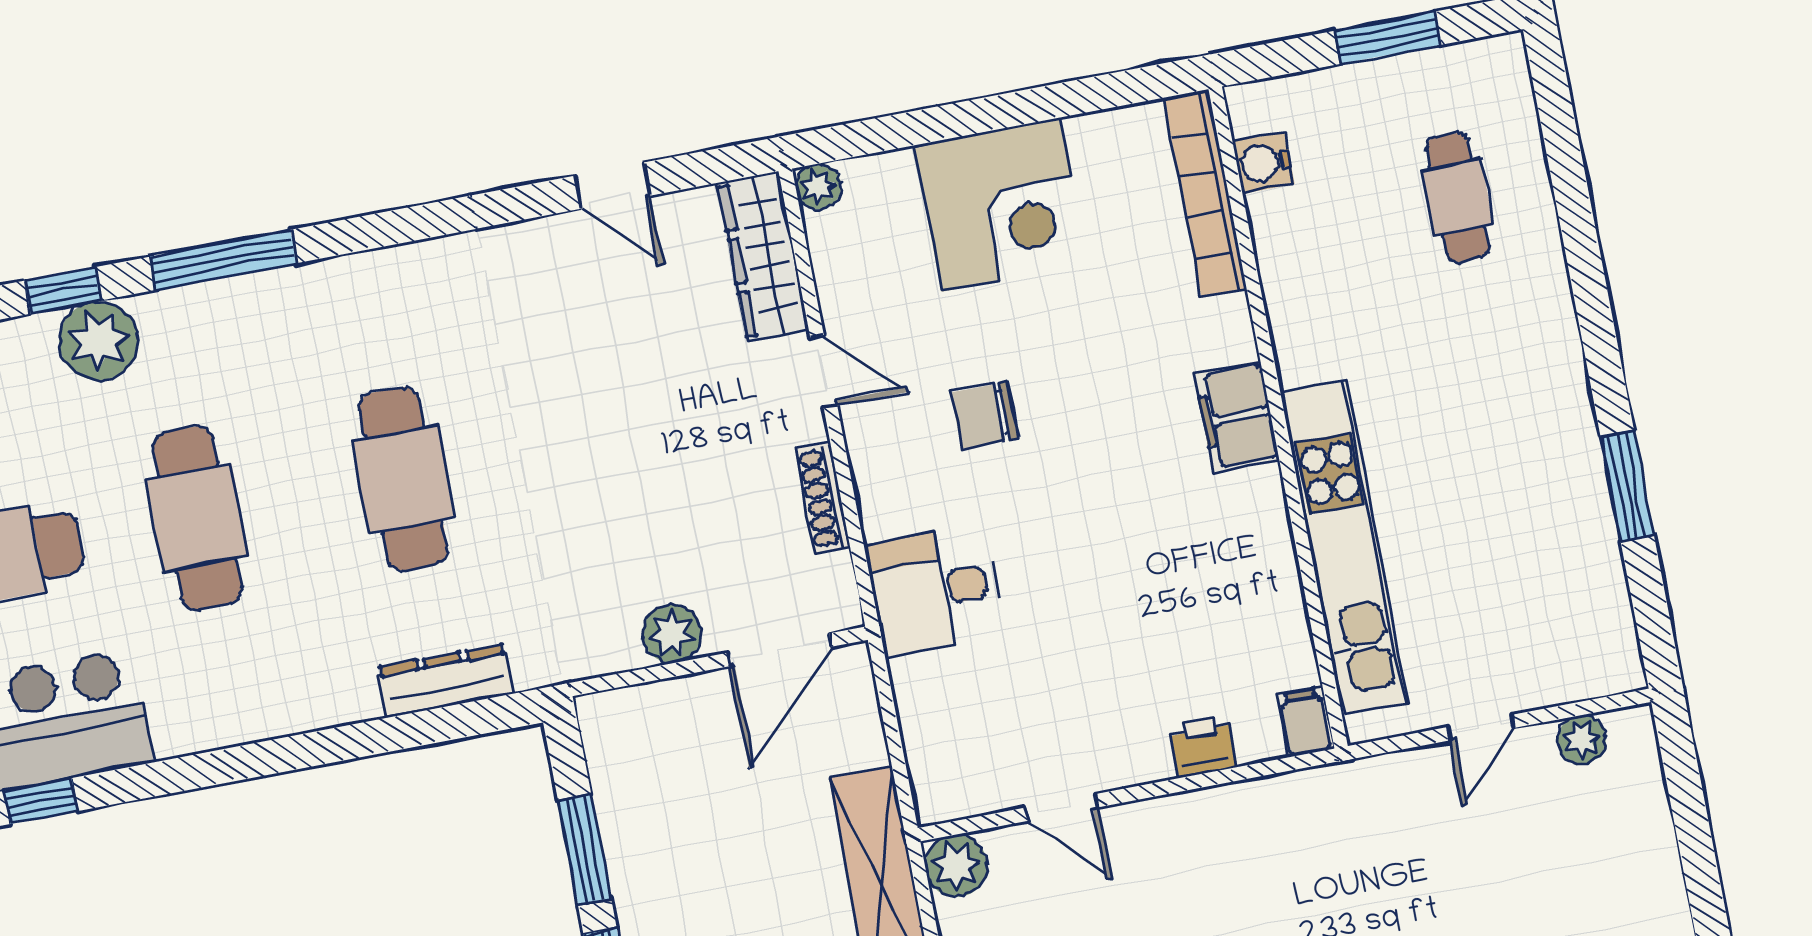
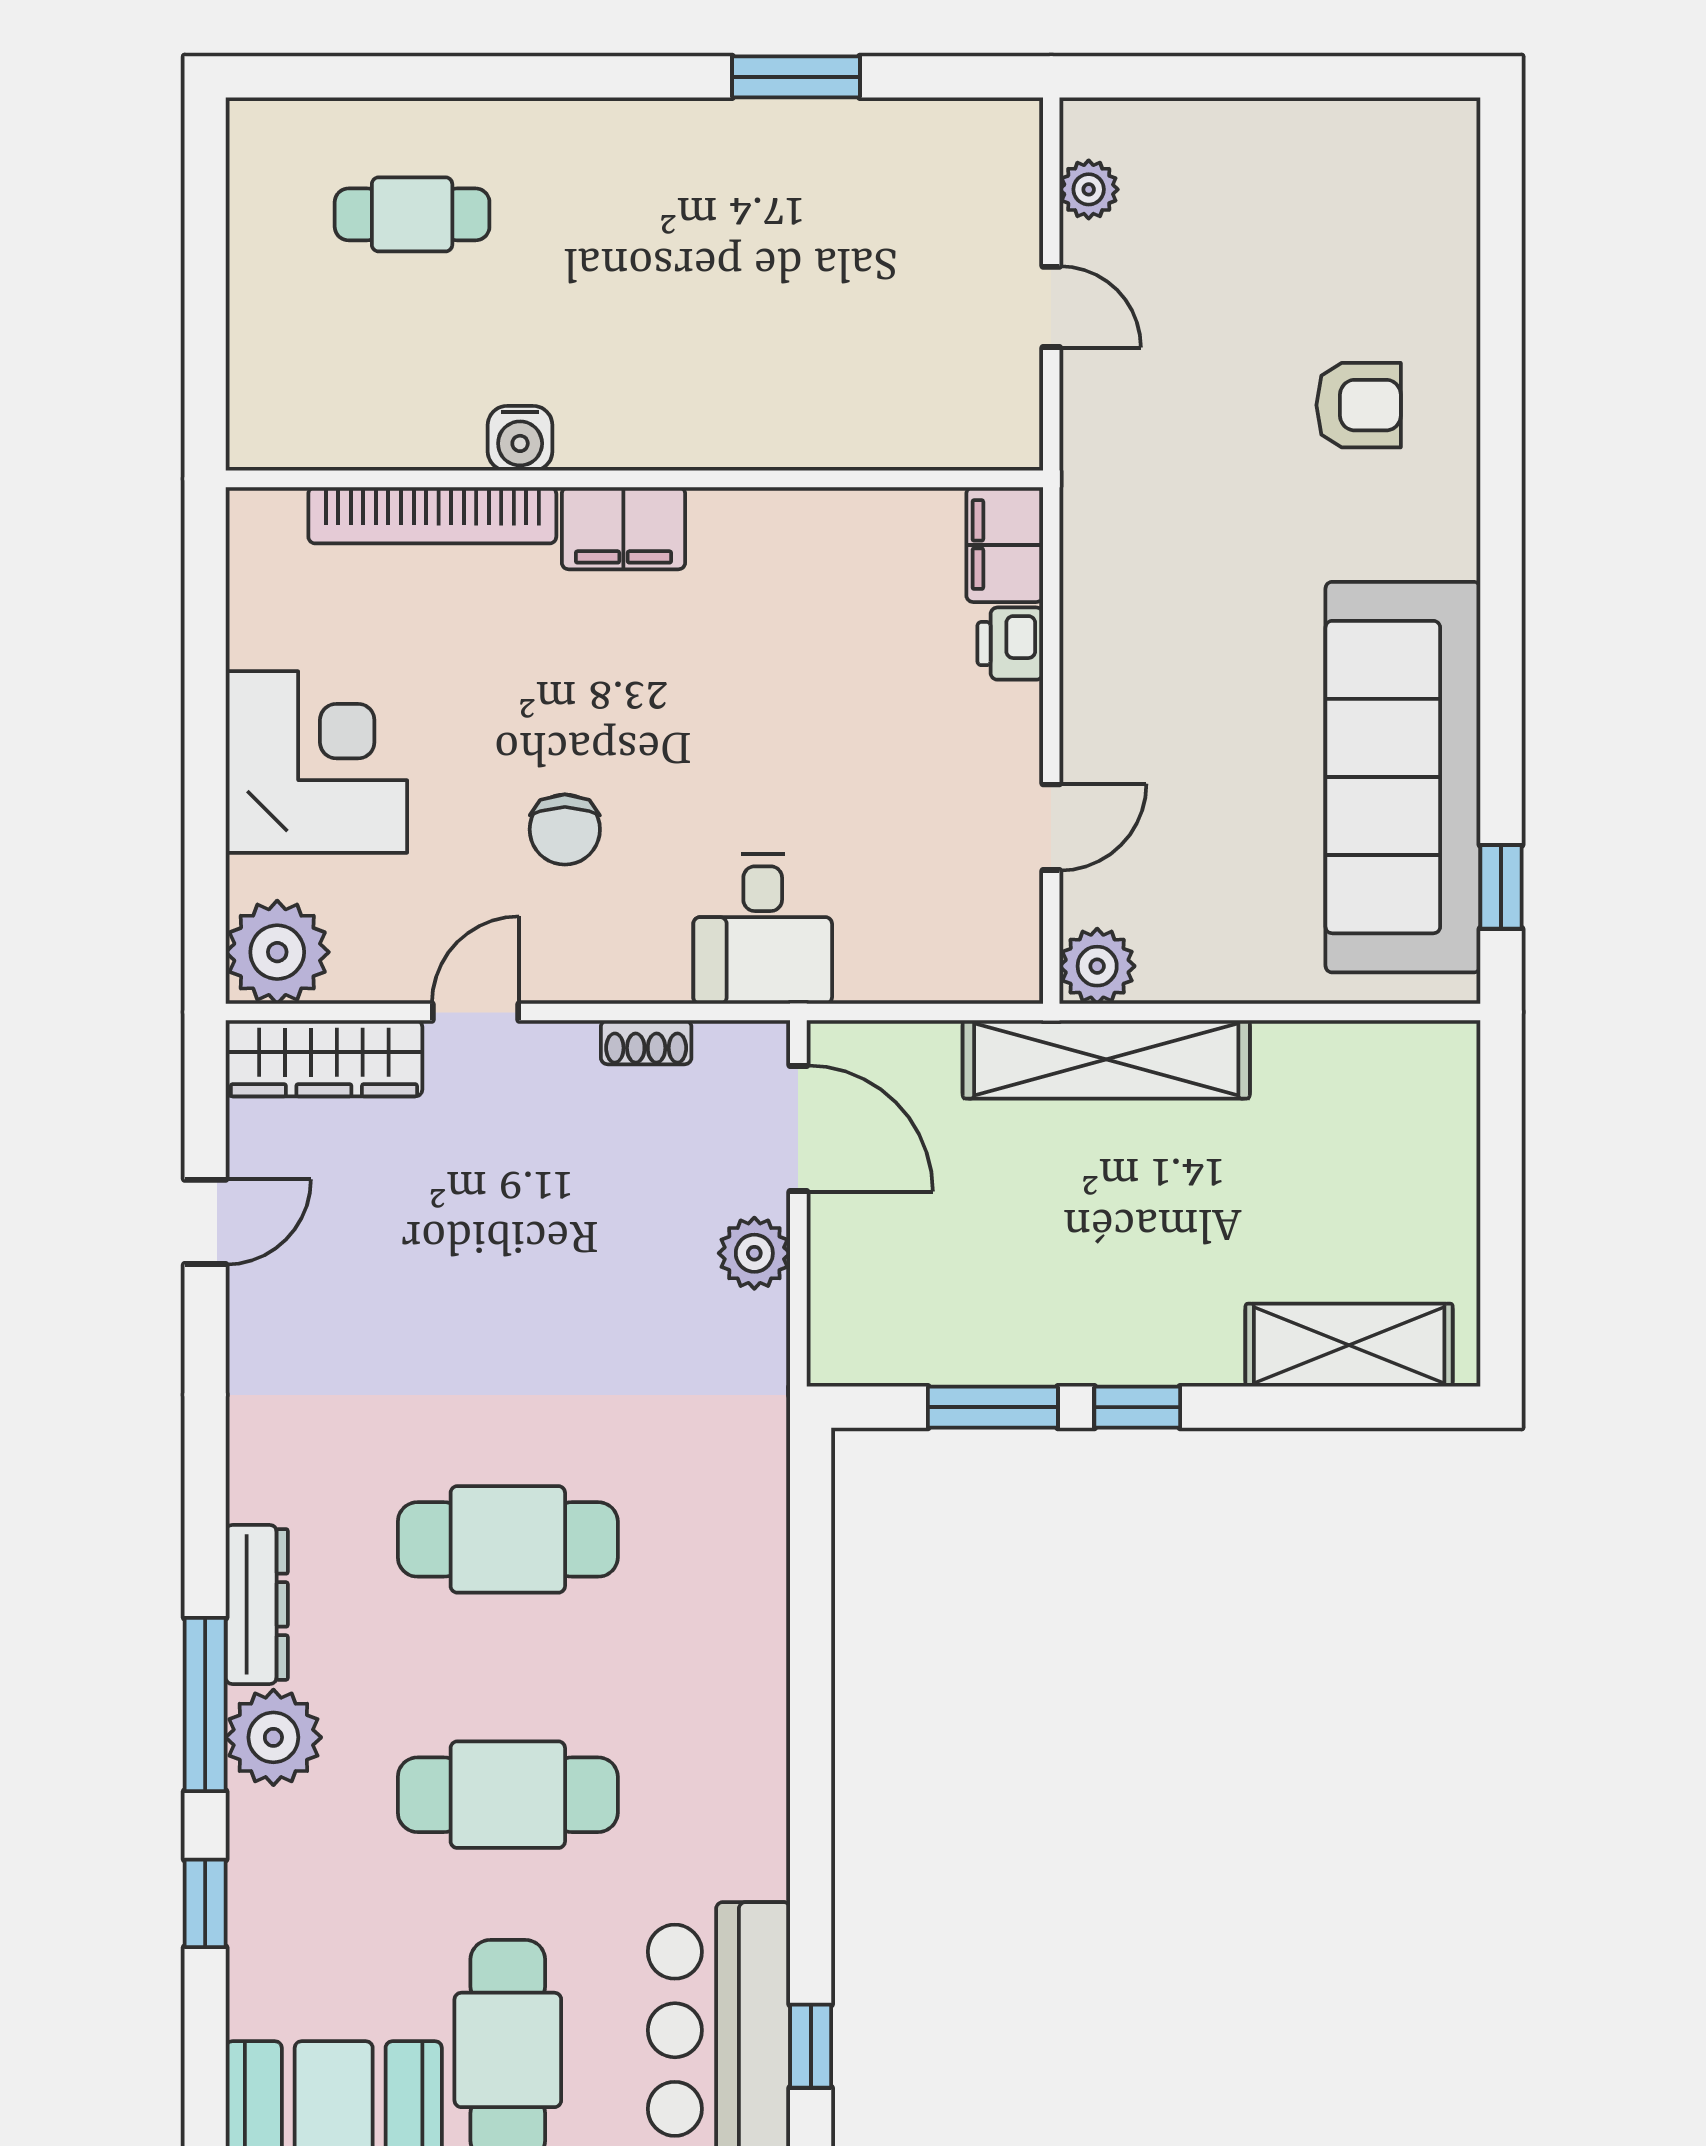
window: (1388, 38) -> (205, 261), removed
water cooler: (1264, 163) -> (520, 438), moved
plant: (818, 187) -> (277, 952), width x1.88, depth x1.88
bookcase: (1205, 193) -> (432, 515), moved
plant: (98, 341) -> (273, 1737), moved
shoe rack: (823, 498) -> (646, 1042), width x0.70
kitchen unit: (1344, 547) -> (804, 429), removed
dresser: (446, 681) -> (257, 1604), moved, turned 180
filing cabinet: (1305, 722) -> (1005, 545), width x2.00

